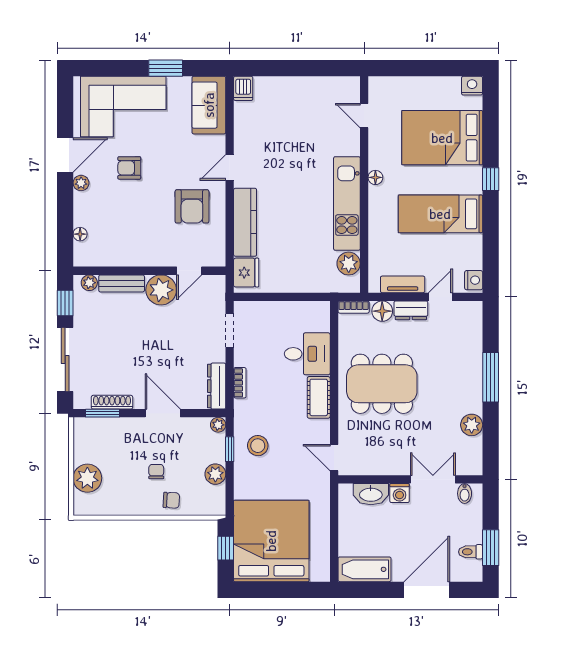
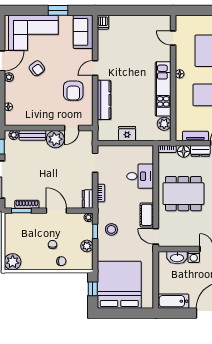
armchair: (129, 168) -> (37, 68), turned -127
fridge: (246, 273) -> (127, 134), moved, turned -90
dresser: (217, 386) -> (88, 199), width x0.70
cot: (319, 397) -> (147, 215), moved
plant: (87, 478) -> (13, 262), moved

